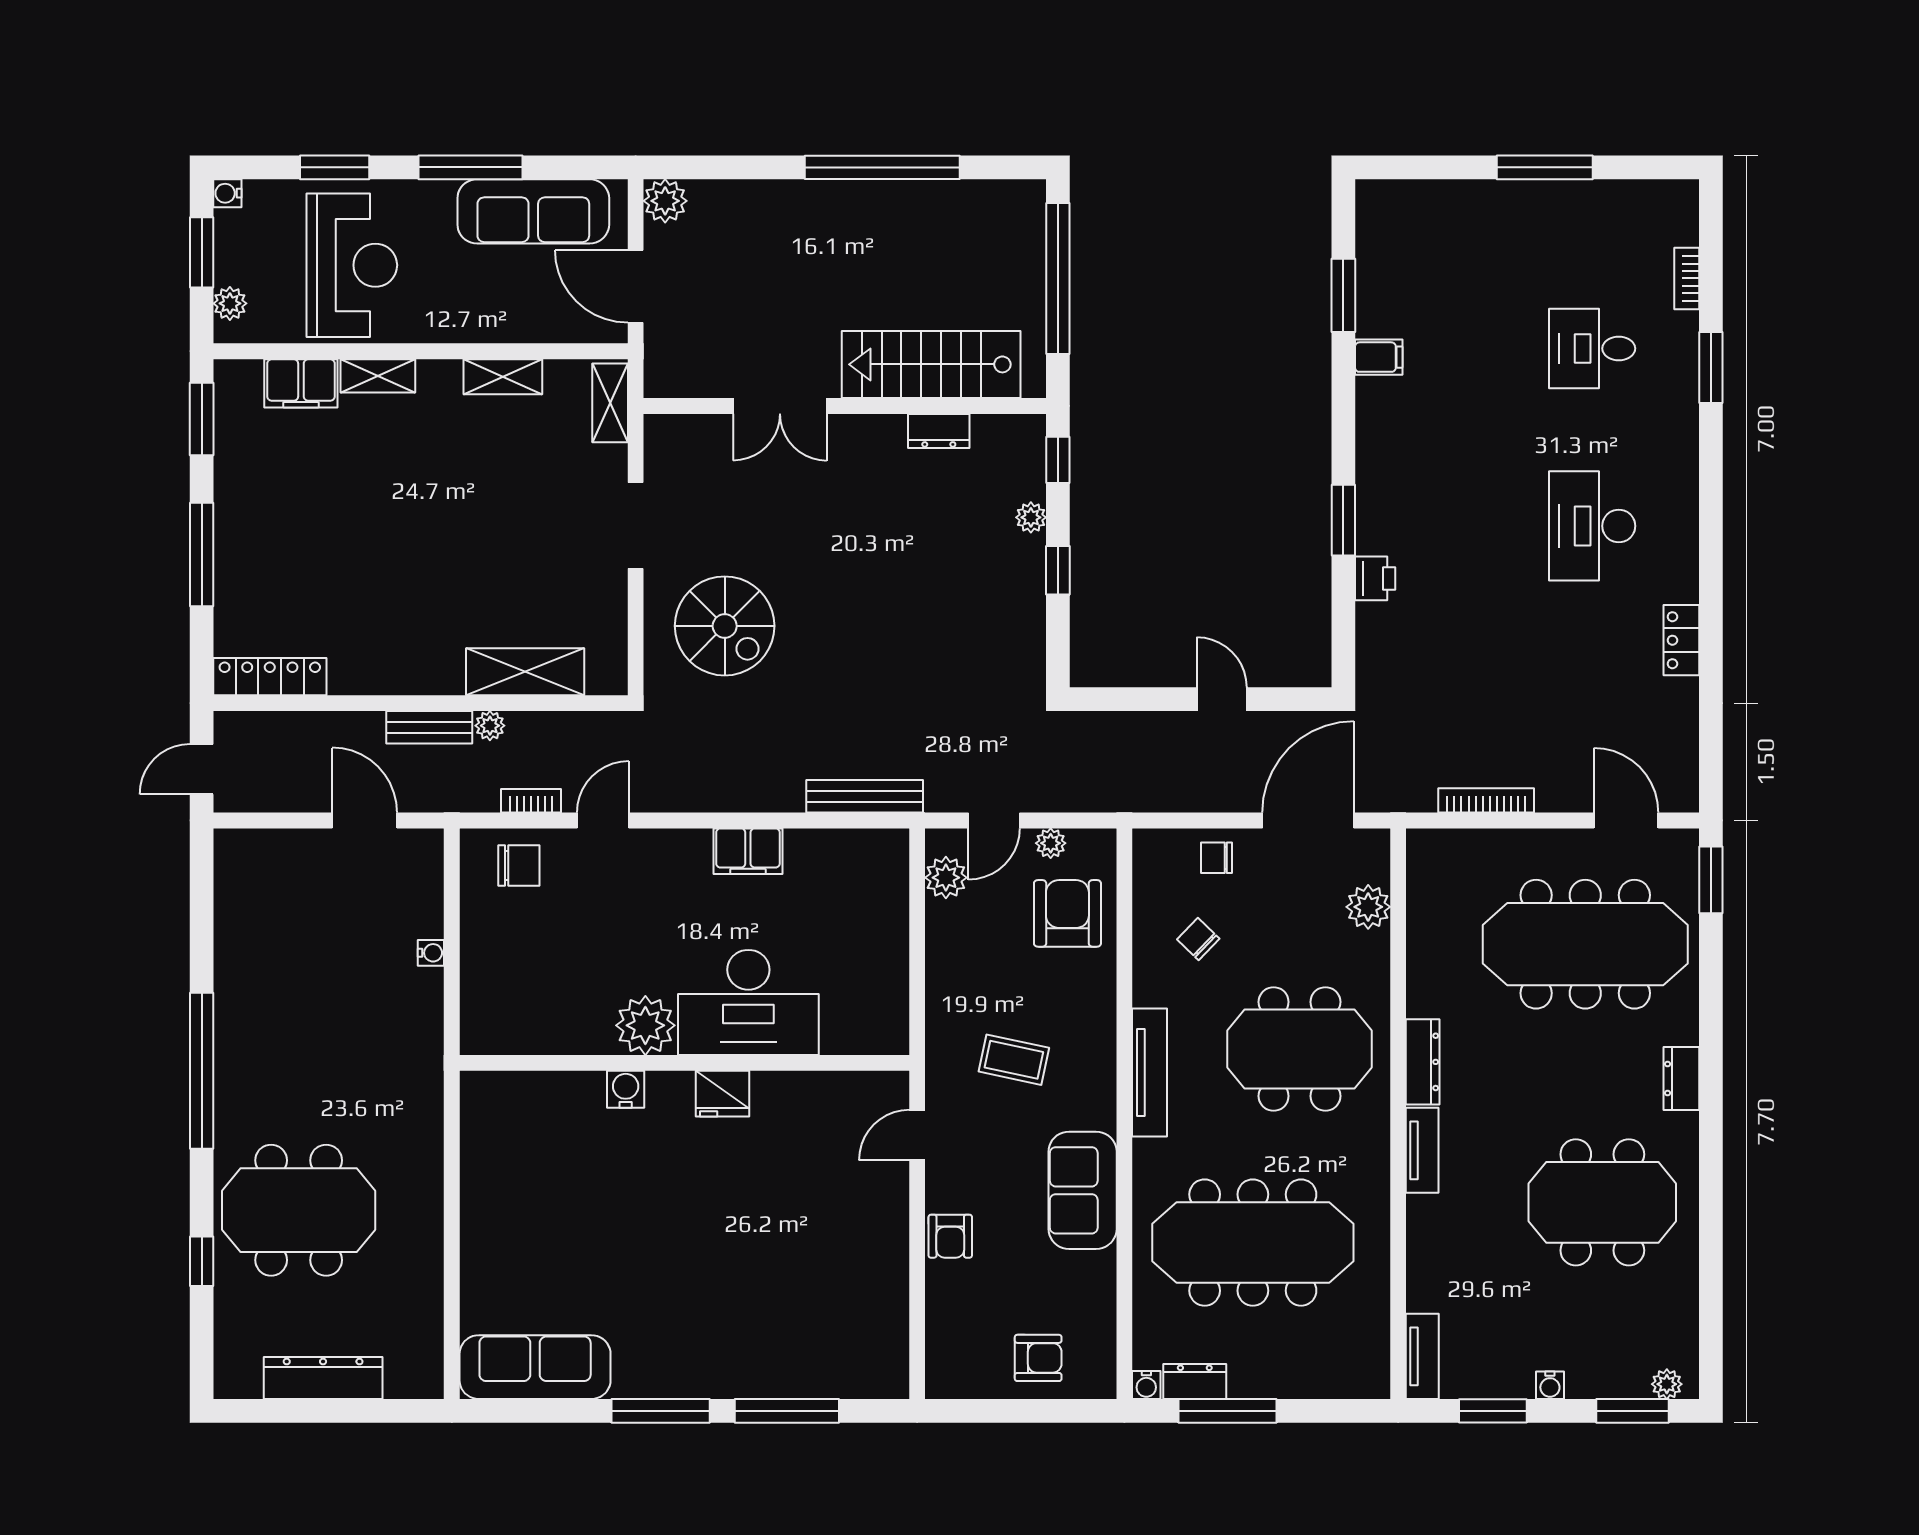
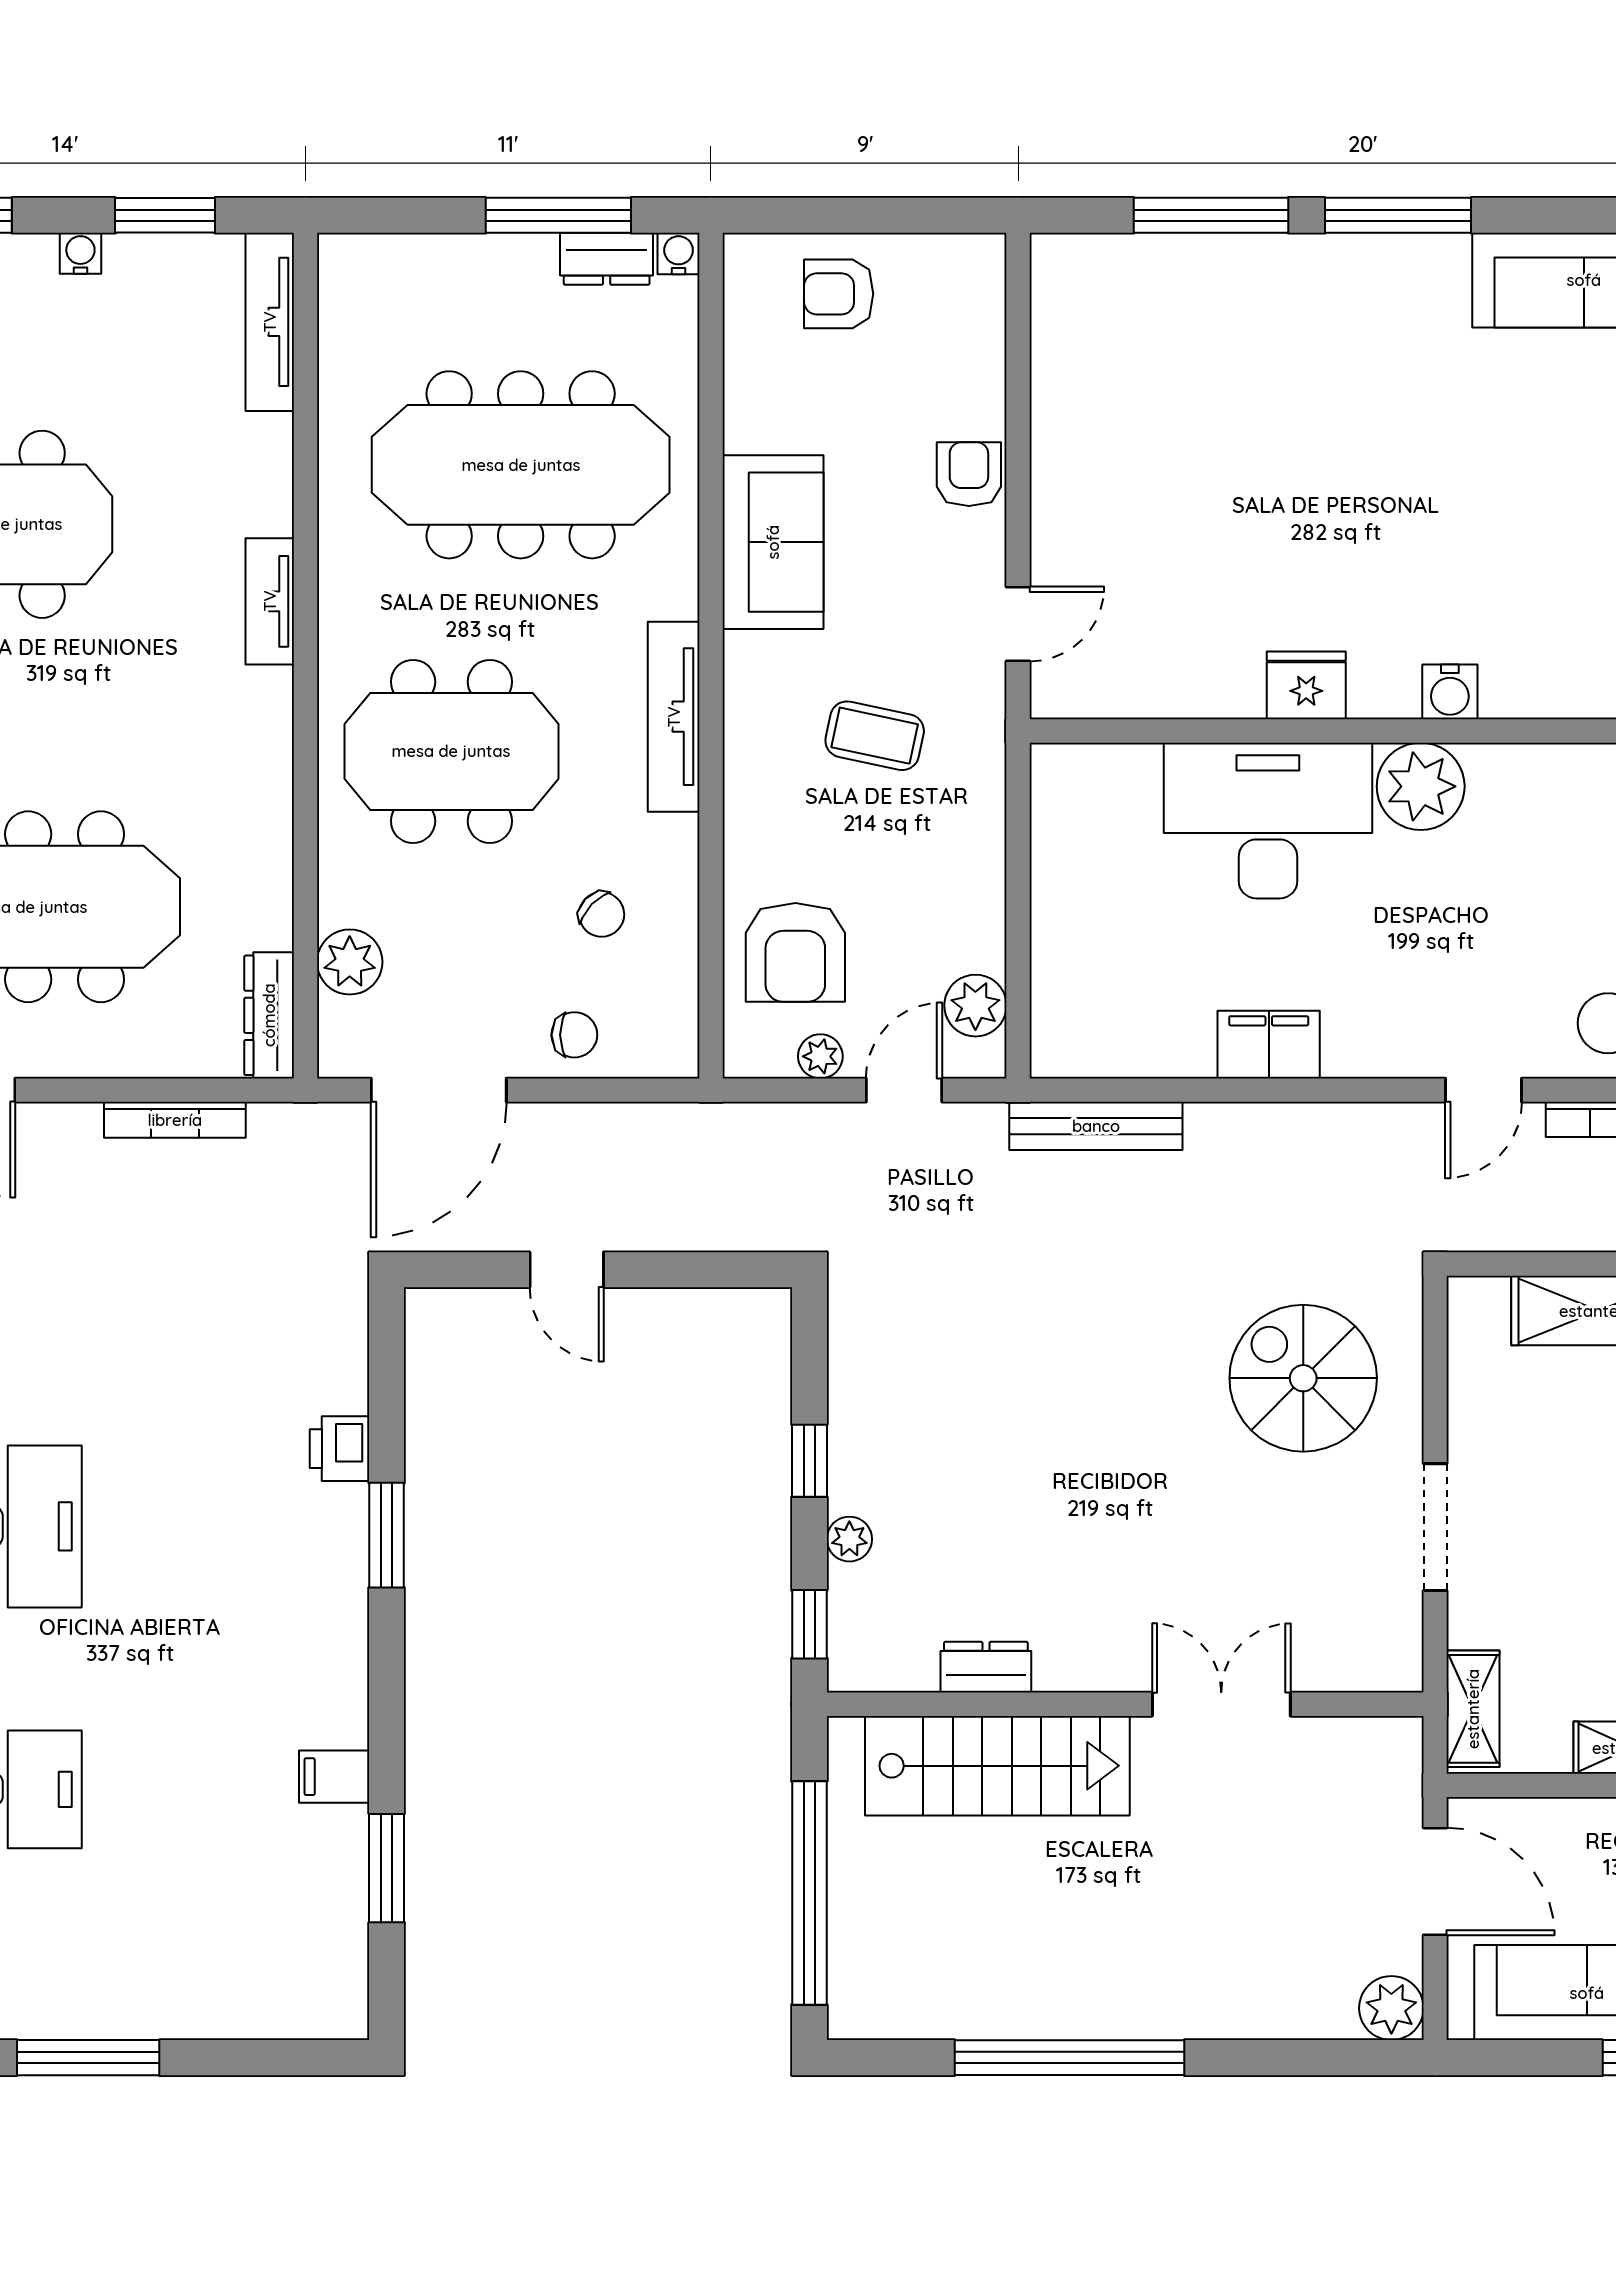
dresser: (1423, 1062) -> (269, 1015), moved
tv unit: (1422, 1356) -> (270, 322), width x1.41

